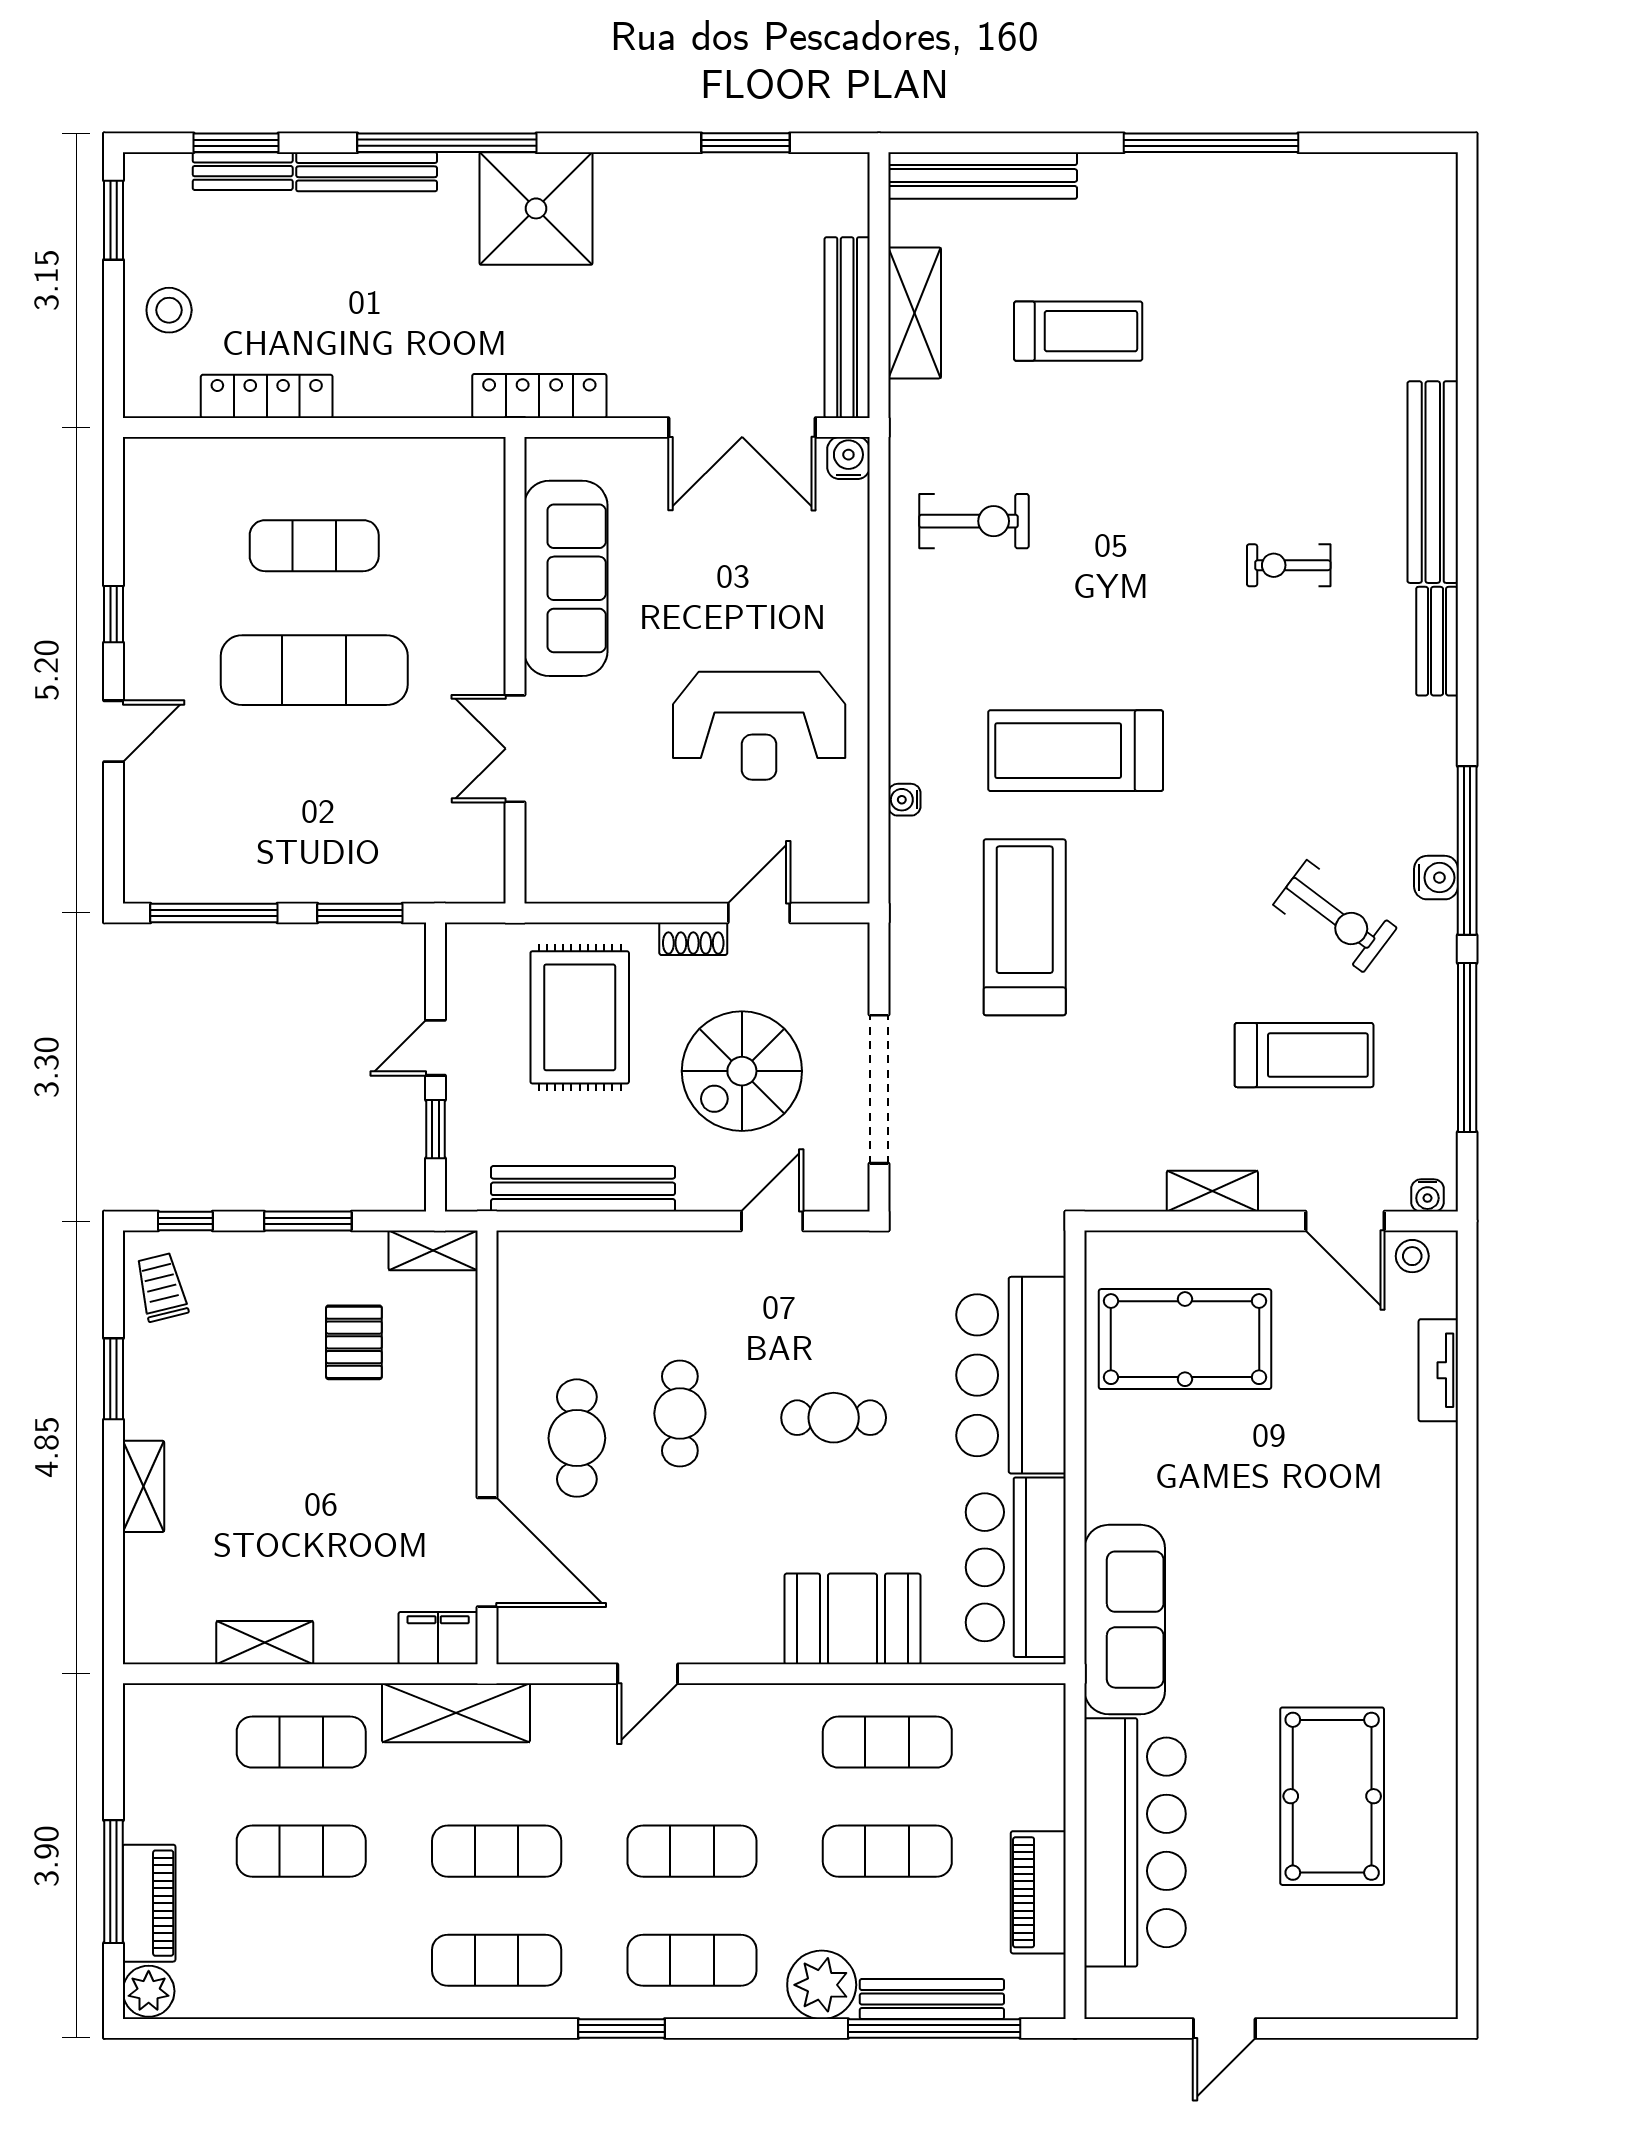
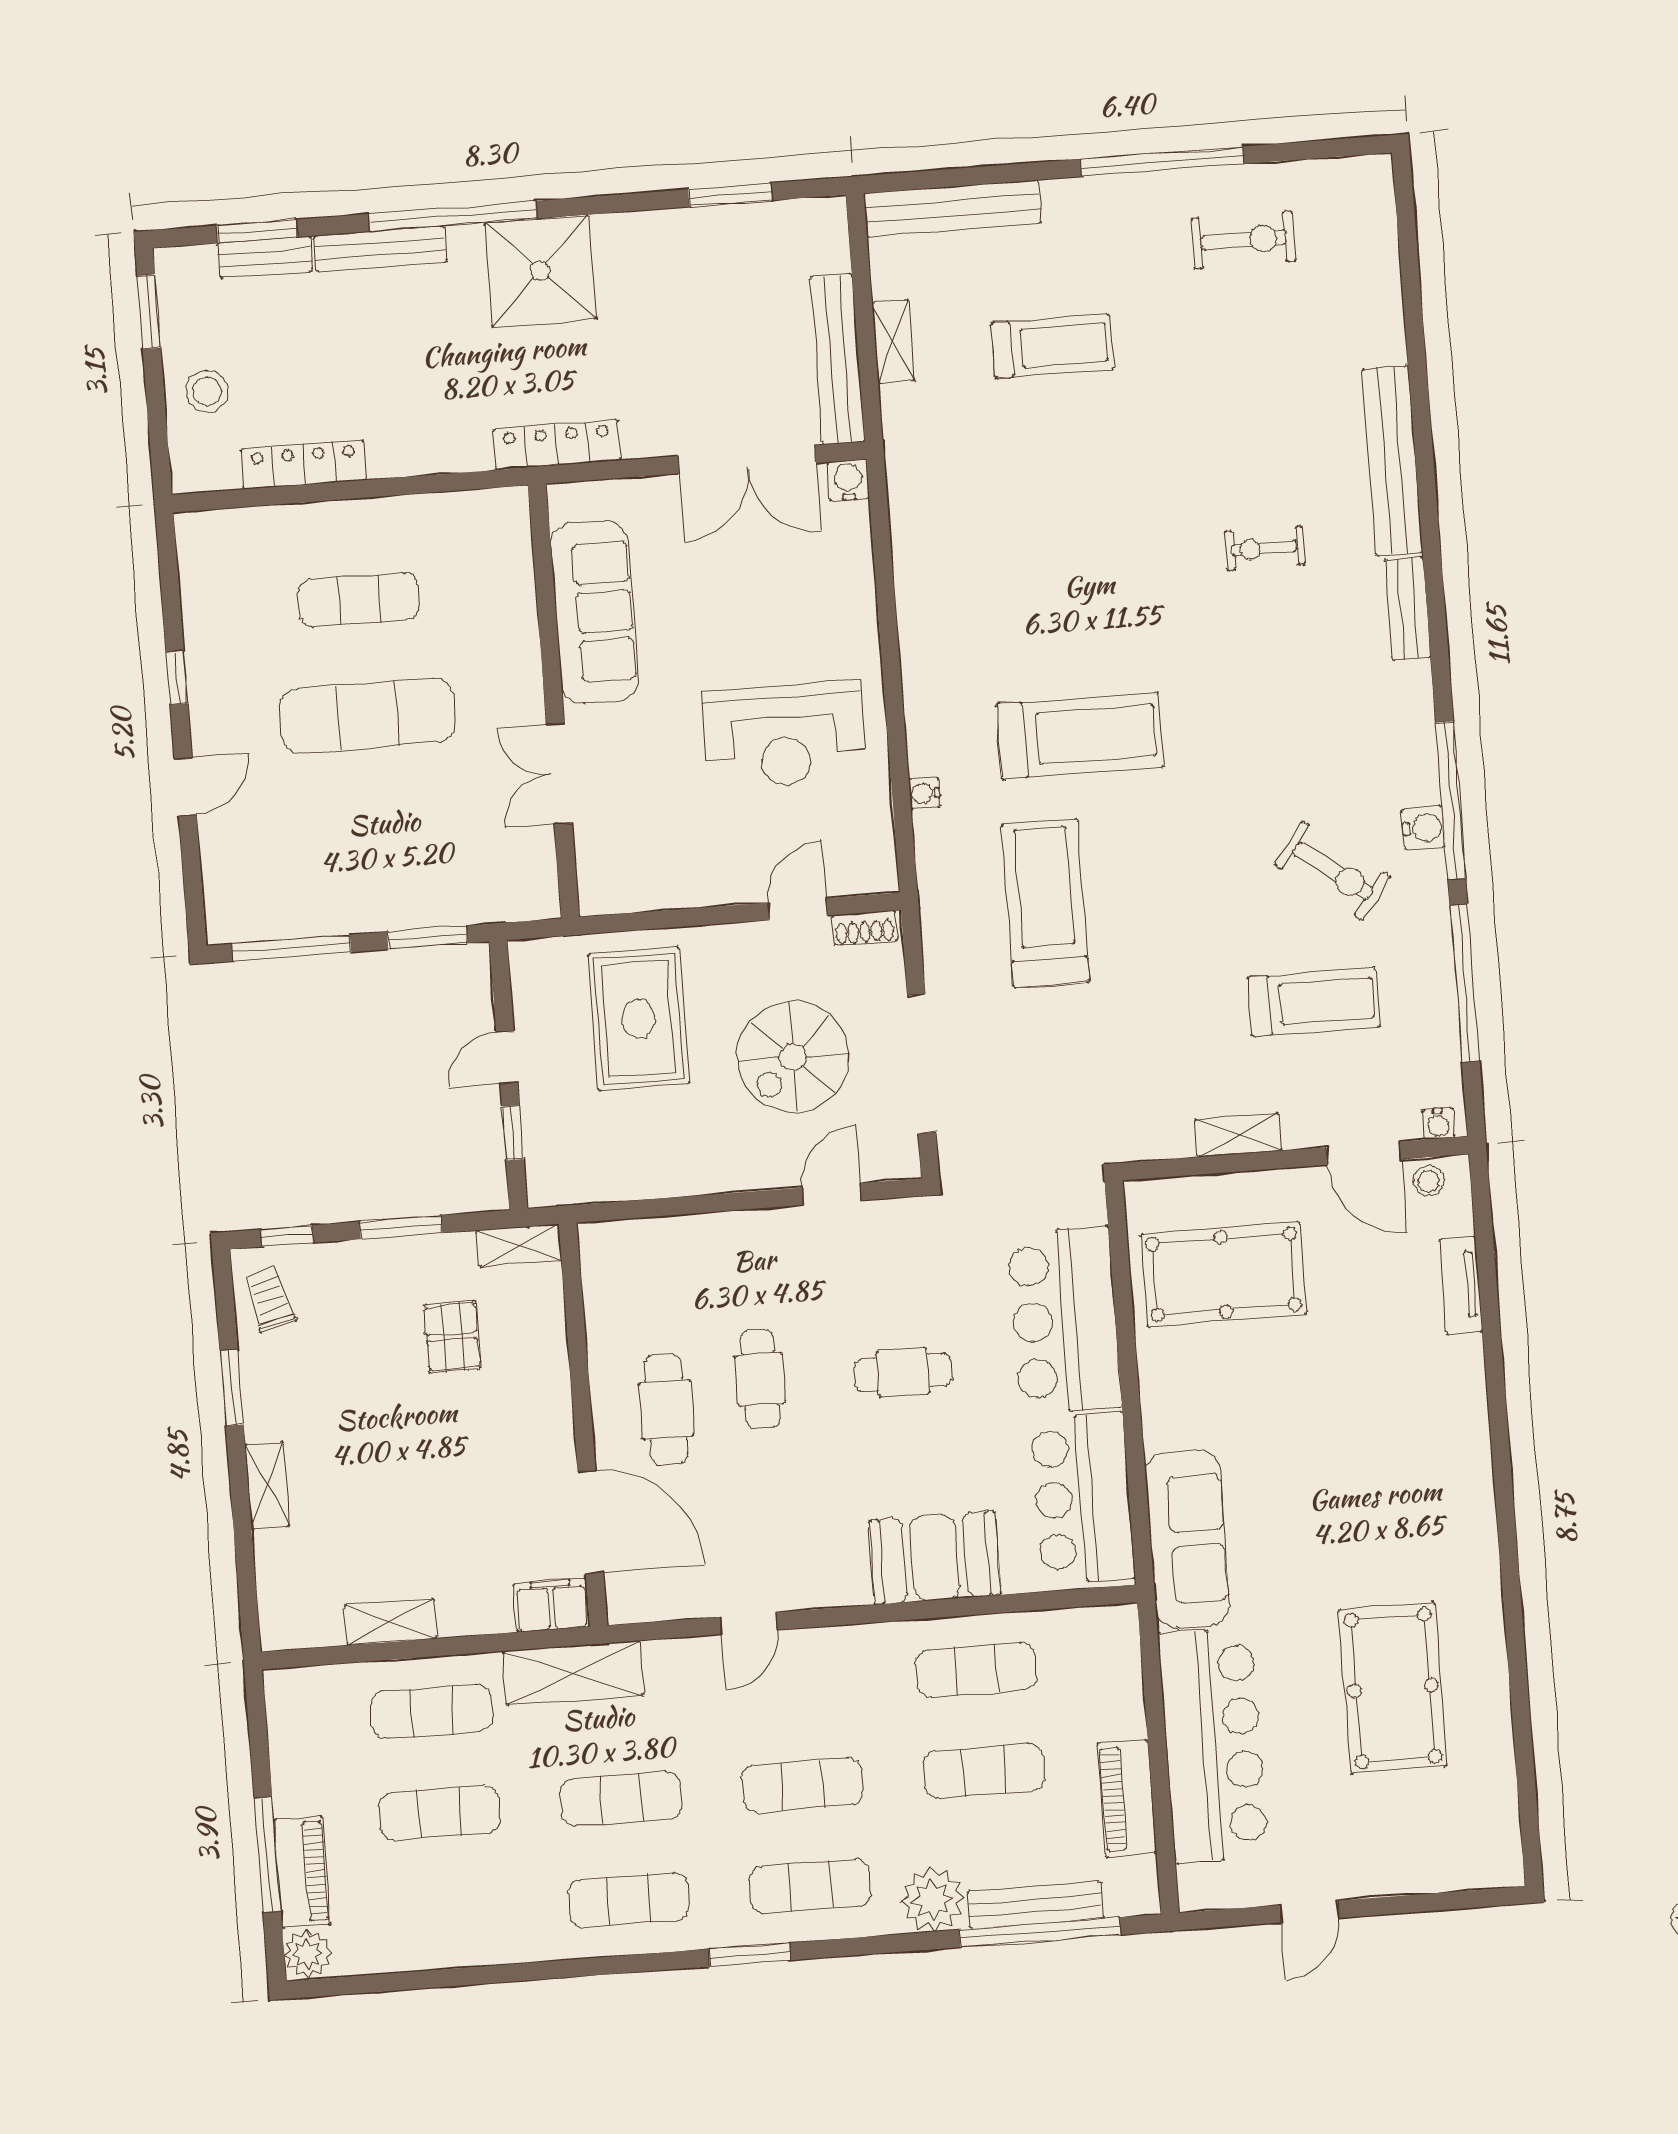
shelving: (915, 313) -> (893, 341), width x0.67, depth x0.75
exercise bike: (974, 521) -> (1244, 240), moved
treadmill: (1076, 751) -> (1080, 736), turned 180
shoe rack: (693, 939) -> (865, 928), moved
bench: (583, 1189) -> (654, 1178), removed

